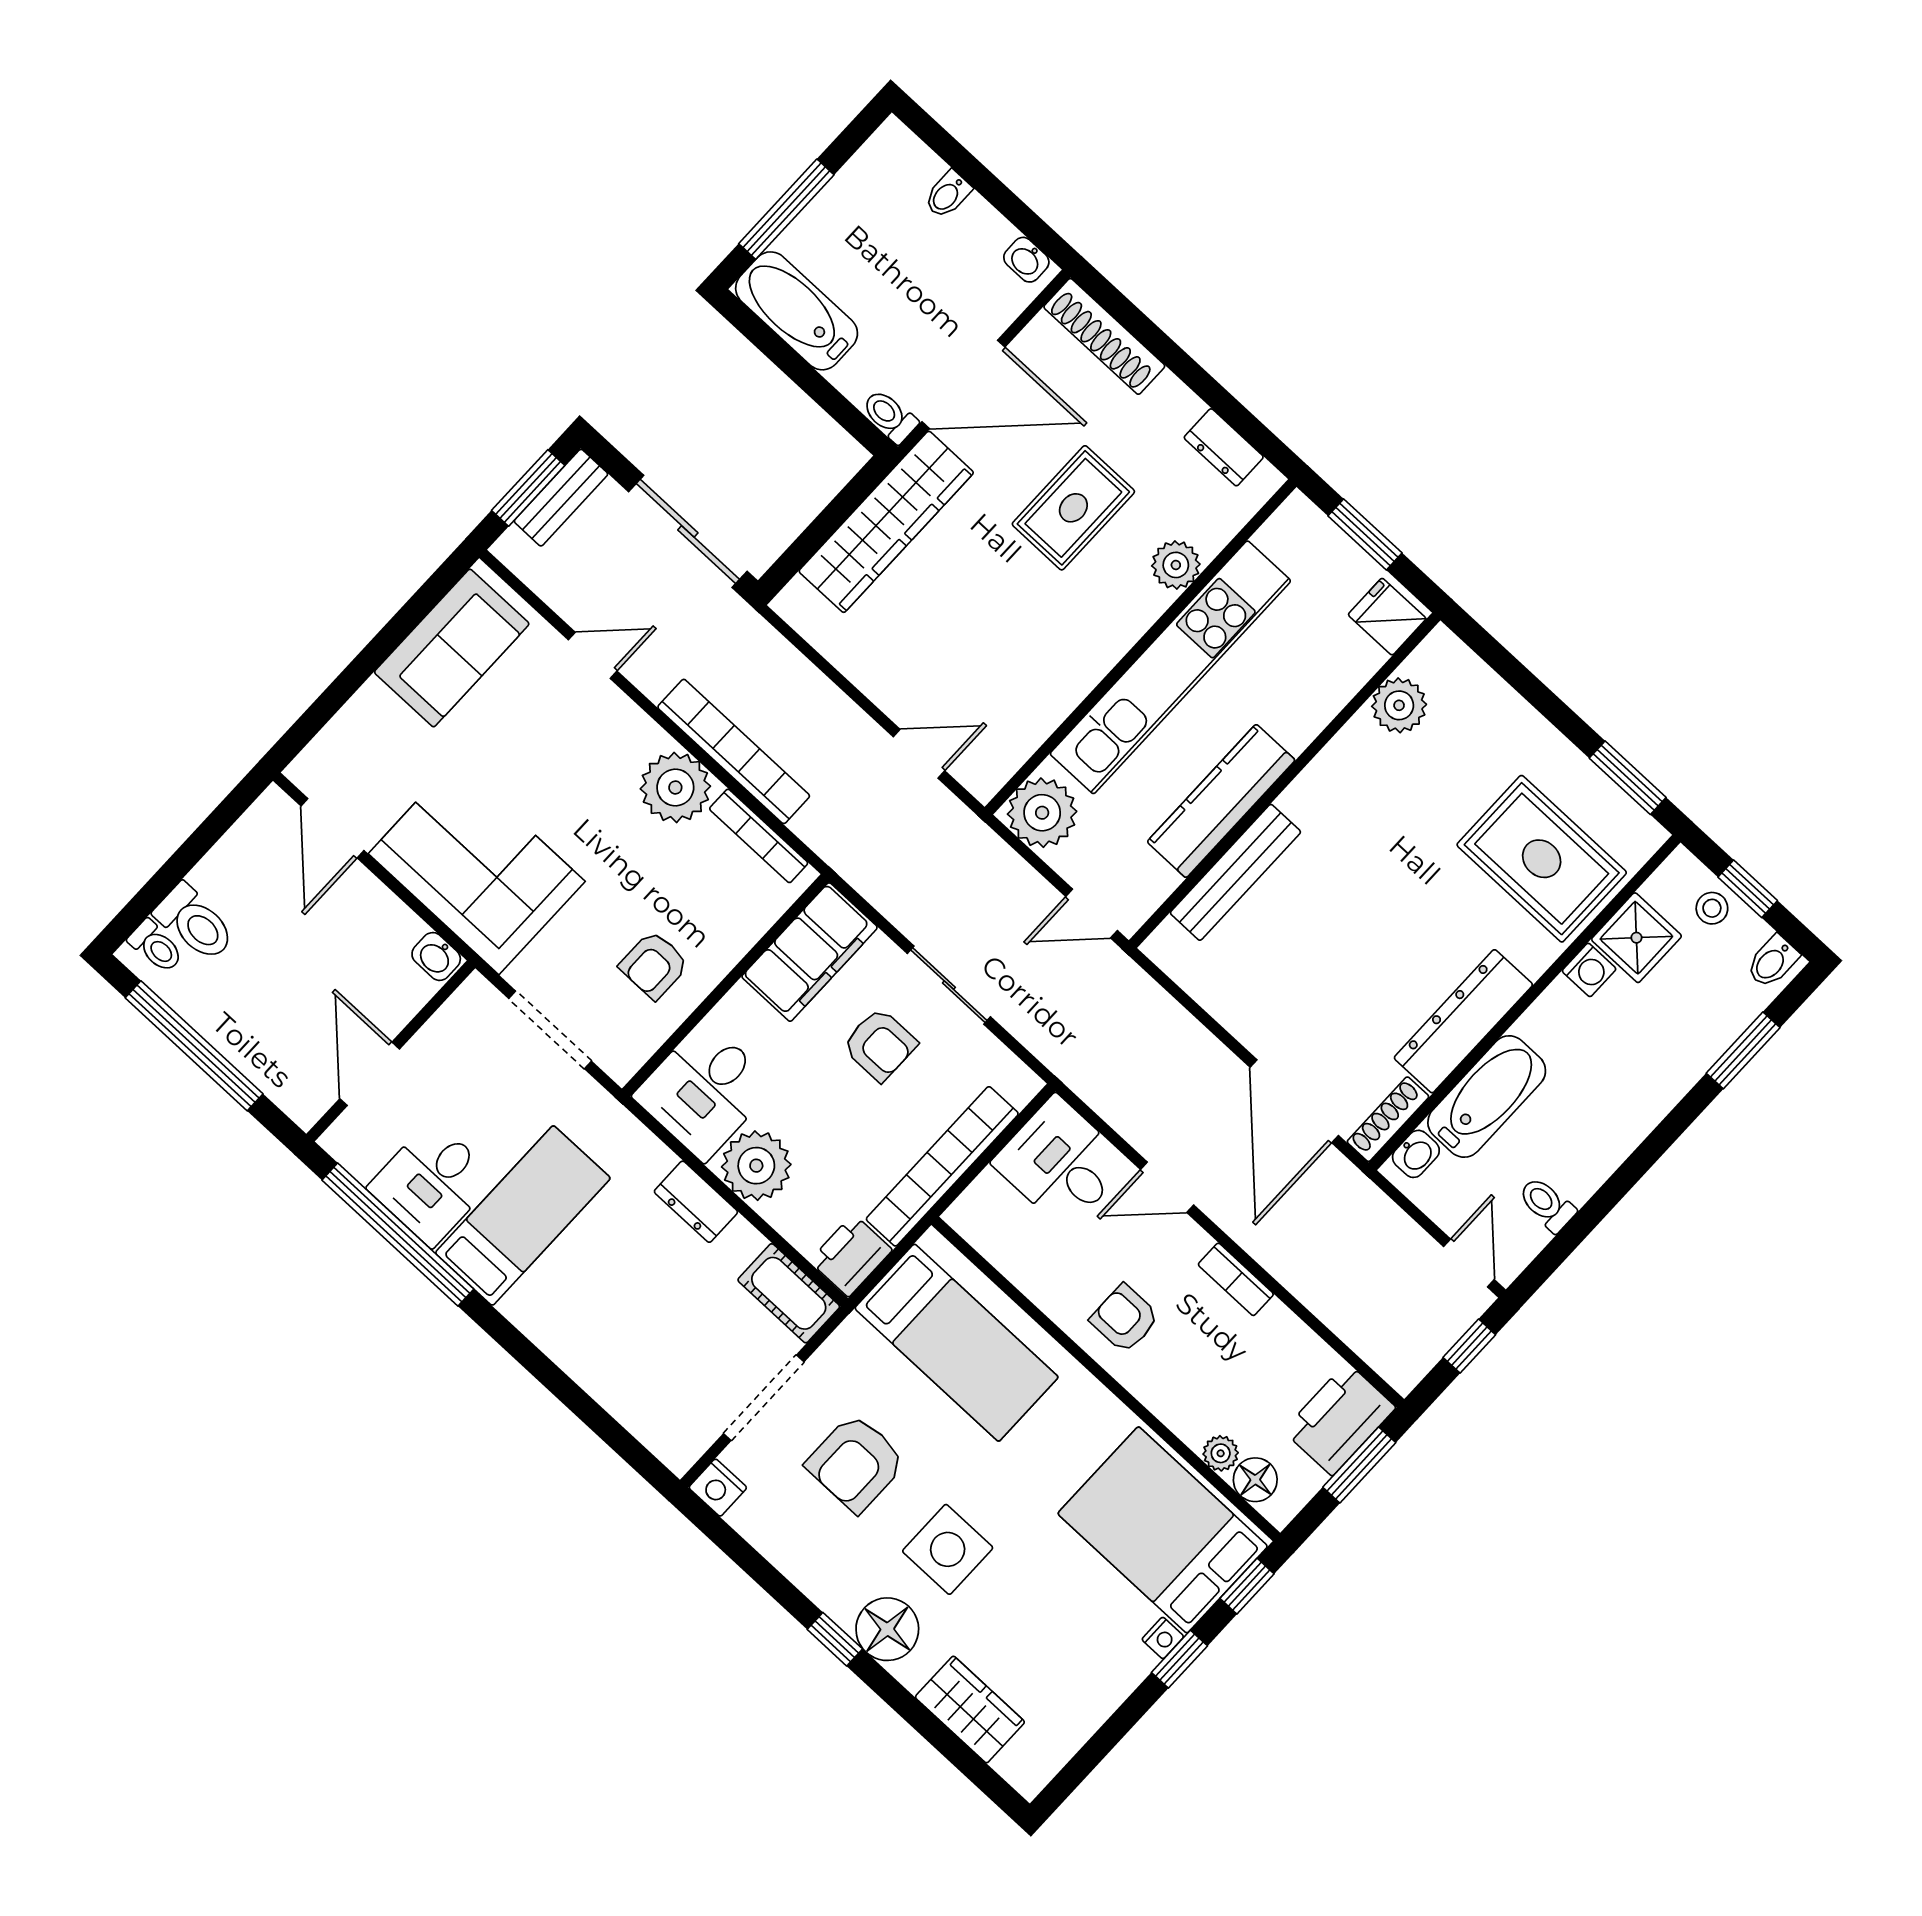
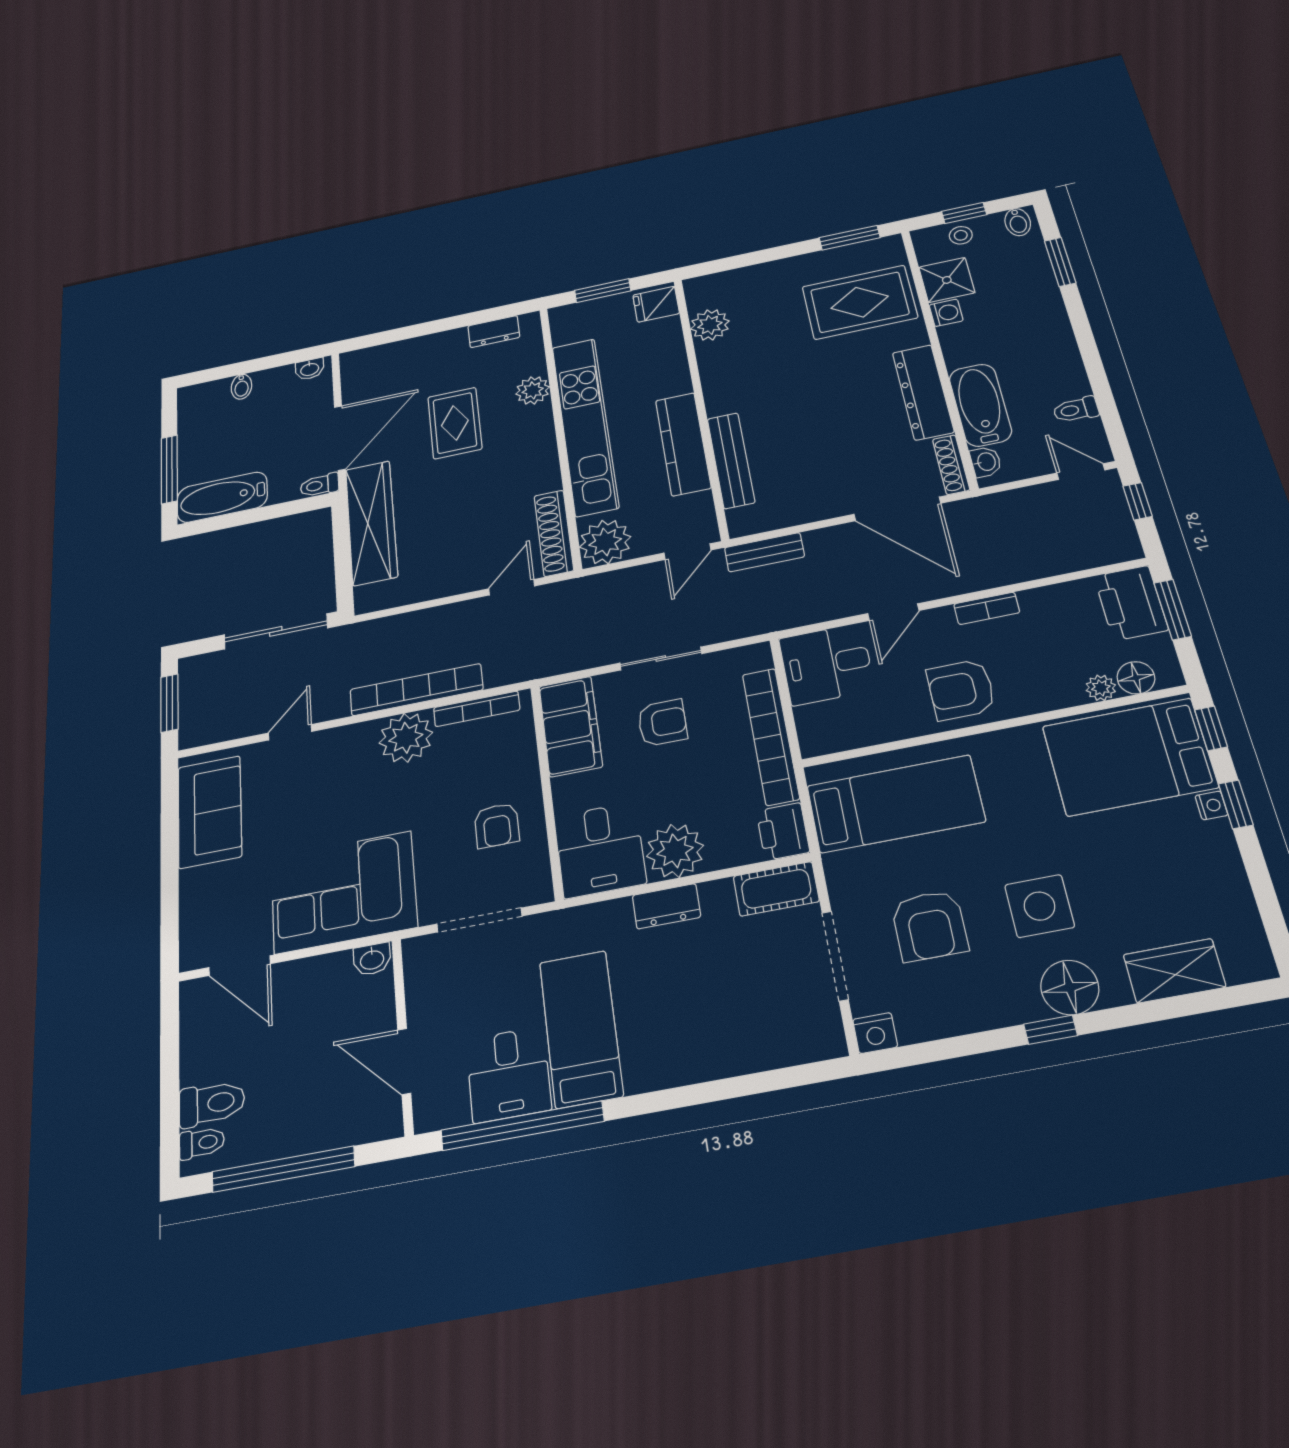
shoe rack: (1104, 336) -> (554, 533), moved, turned 90
bench: (561, 498) -> (764, 552), moved, turned 90
armchair: (1125, 1319) -> (961, 690), width x1.38, depth x1.38

